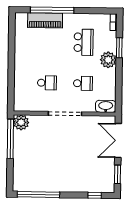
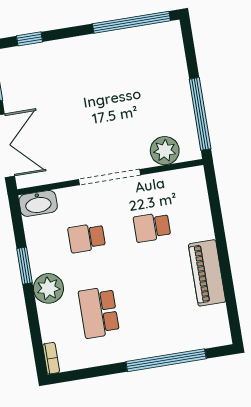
piano: (45, 20) -> (207, 273), moved, turned -90
window: (119, 48) -> (24, 266), moved
plant: (21, 122) -> (165, 151), moved

